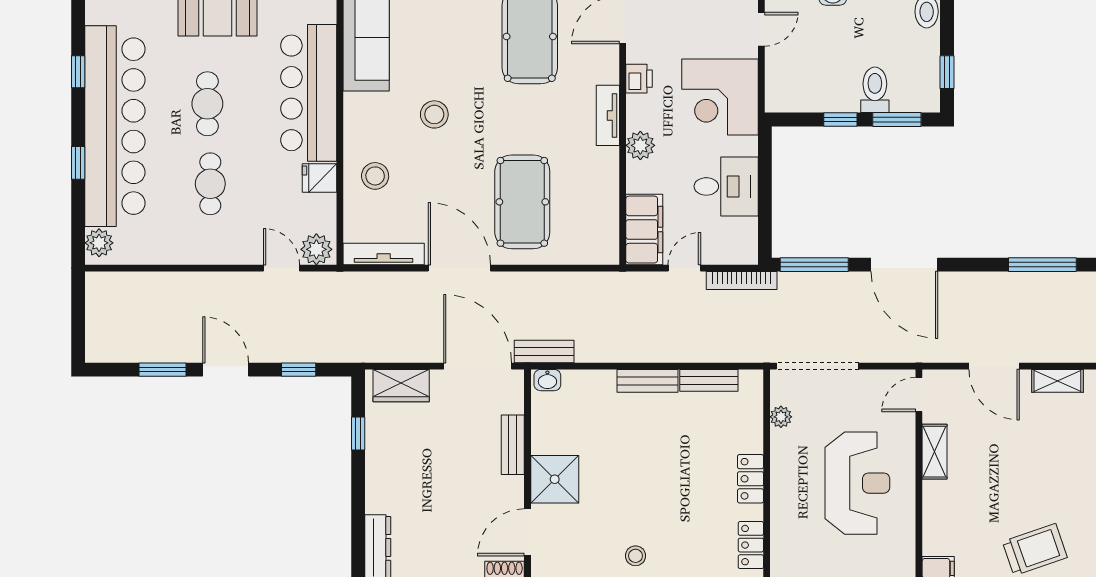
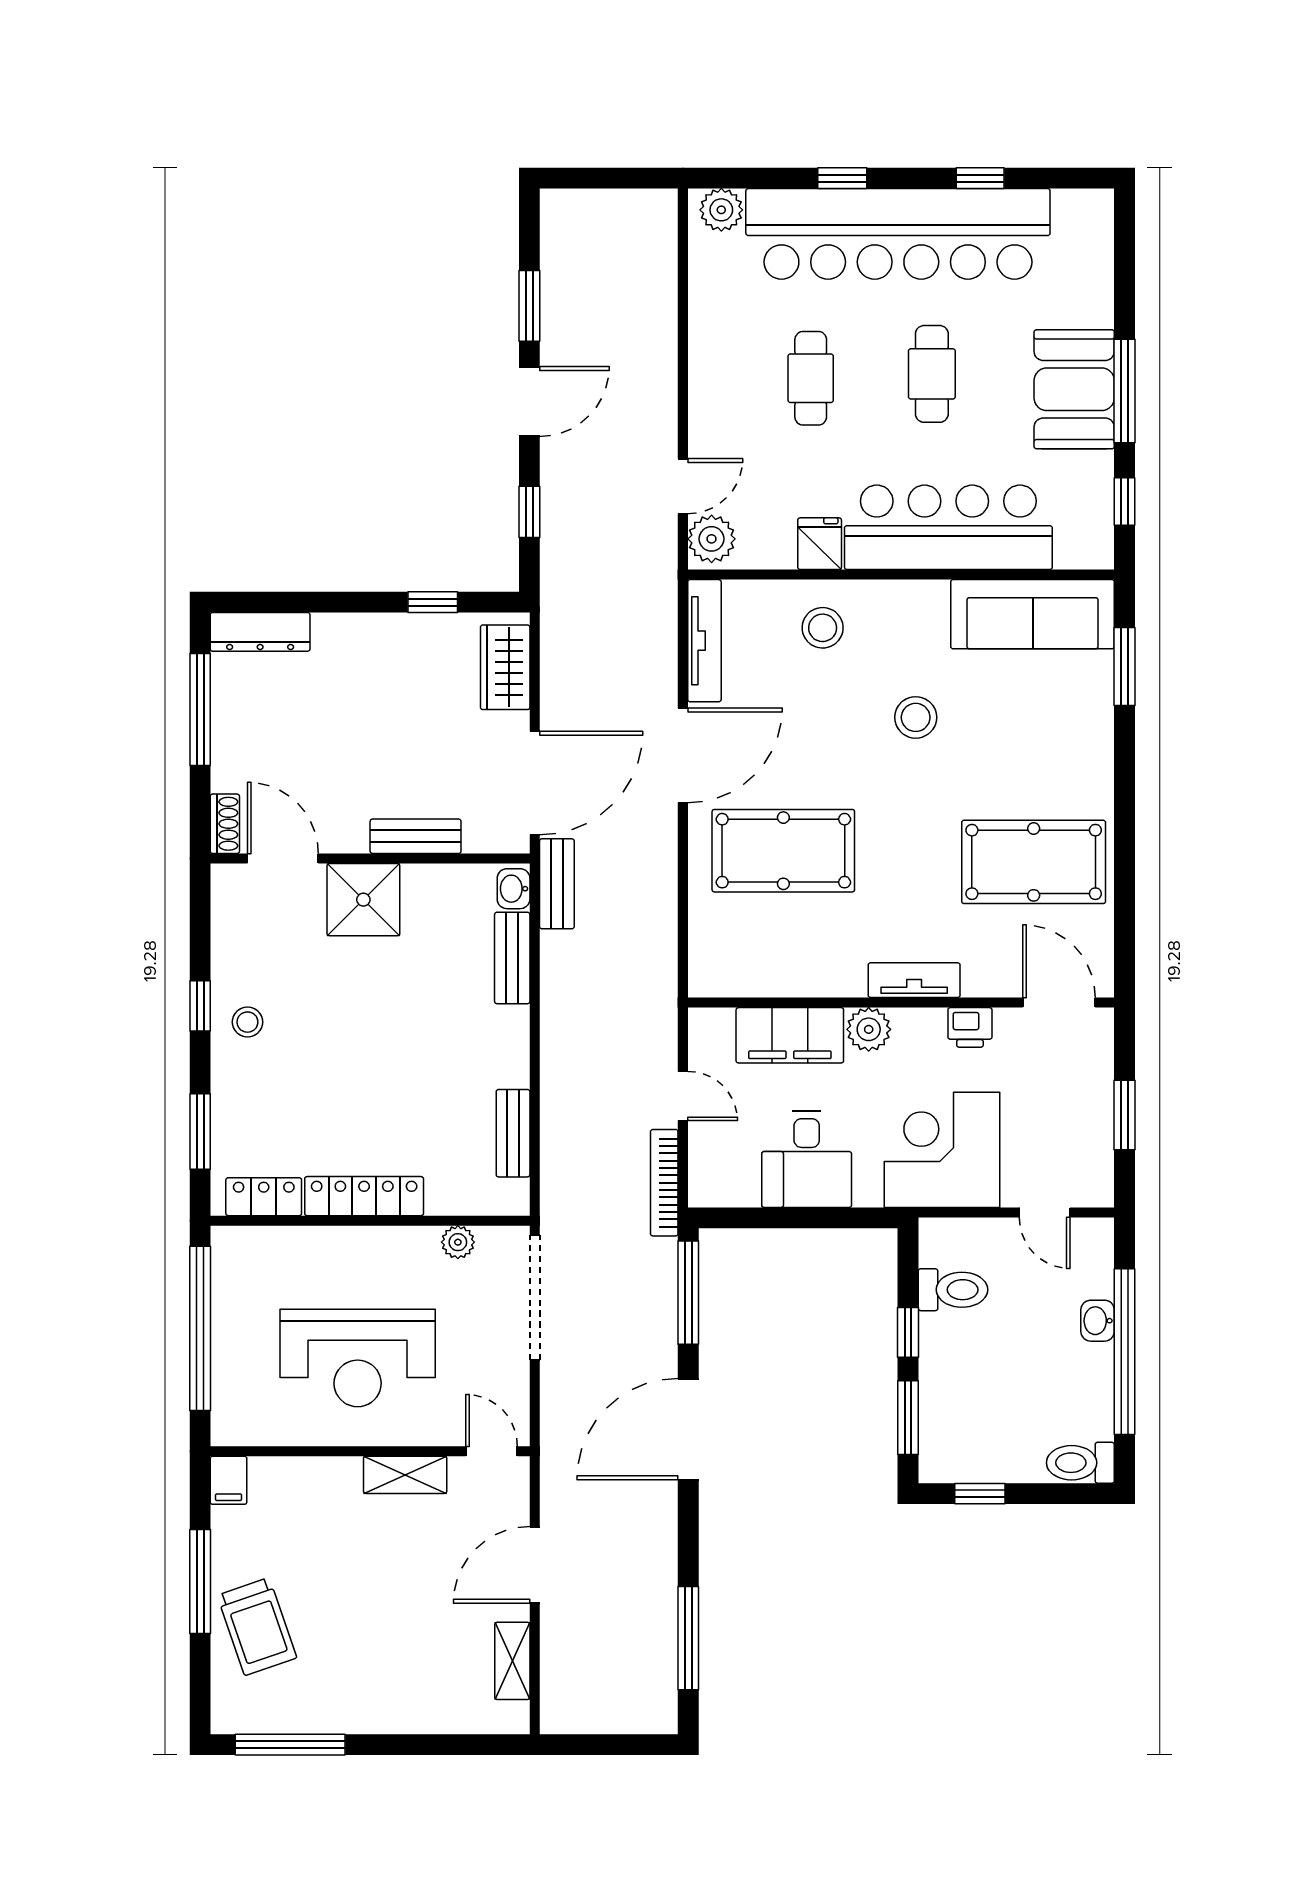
toilet: (875, 90) -> (953, 1290), moved
cafe table: (207, 104) -> (932, 374), turned 90
cafe table: (210, 184) -> (811, 378), turned 90
filing cabinet: (644, 230) -> (790, 1035), moved
bench: (647, 381) -> (512, 958), moved
locker: (750, 479) -> (364, 1196), width x1.53

